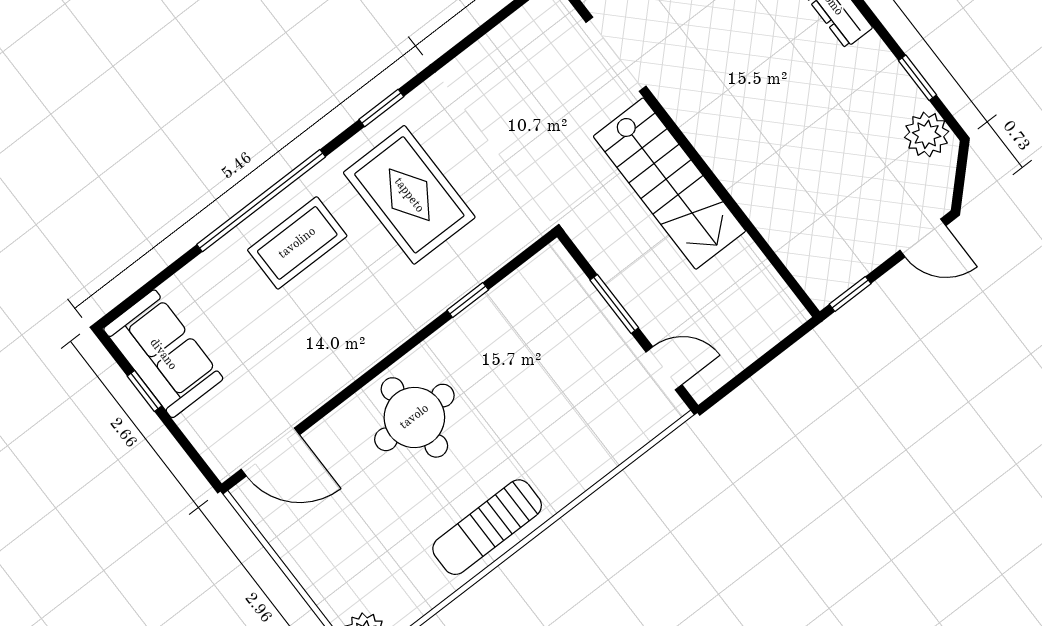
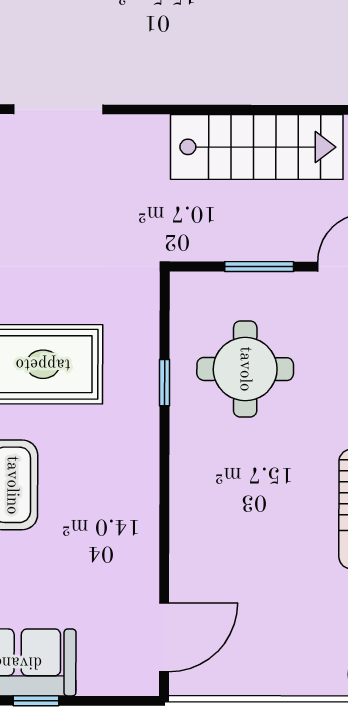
stairs: (669, 184) -> (257, 147), moved
round table: (414, 417) -> (245, 369), moved

